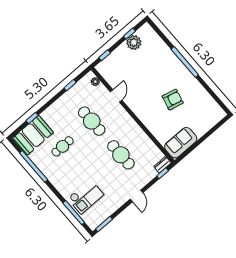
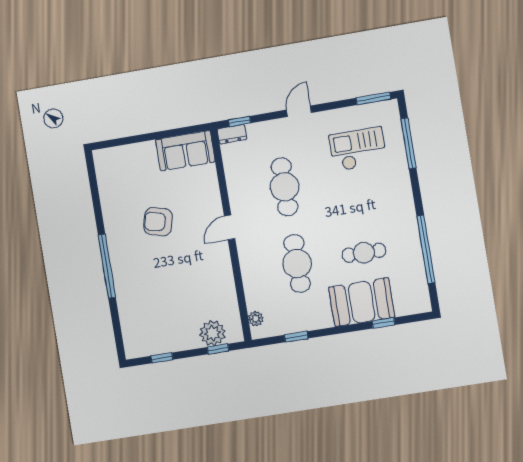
plant: (134, 42) -> (213, 333), moved
door: (116, 96) -> (230, 227), moved
booth: (33, 135) -> (362, 302), moved
checkout: (86, 197) -> (358, 149), moved

